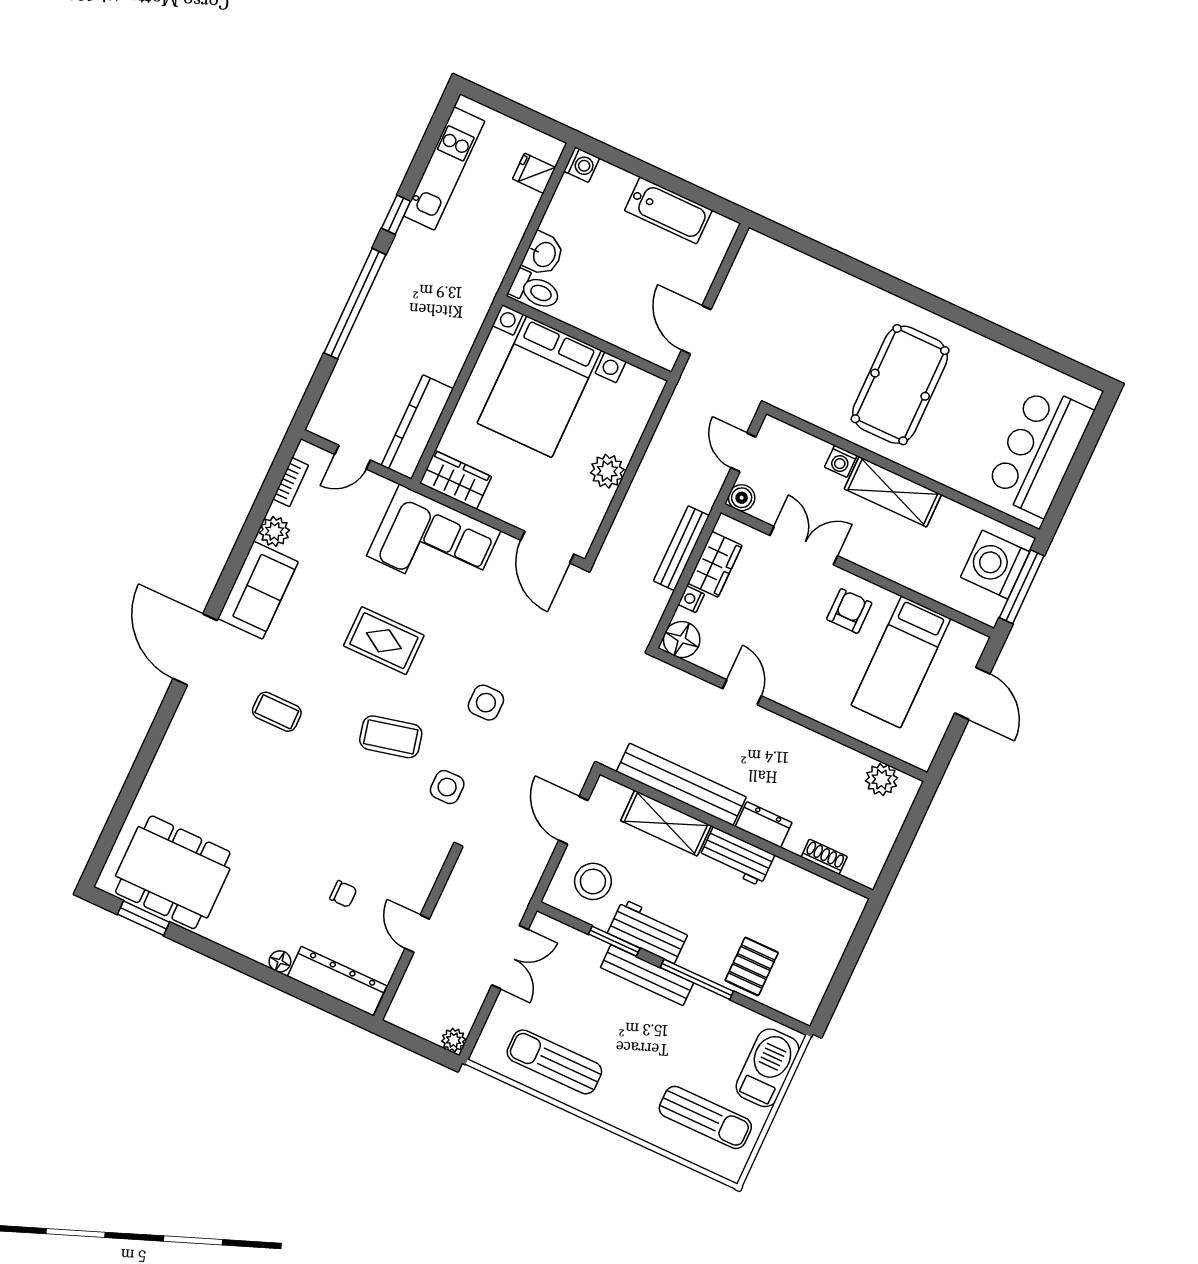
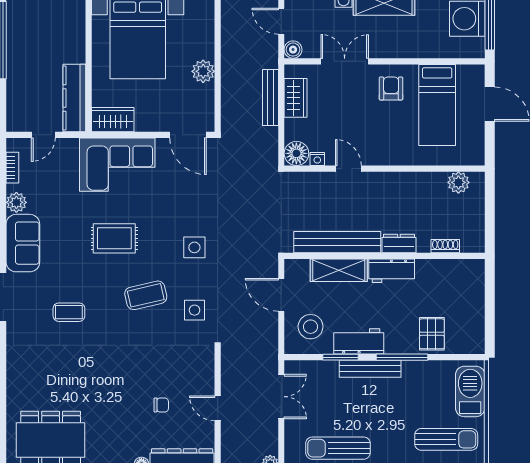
nightstand: (691, 599) -> (317, 159), moved, turned -90

